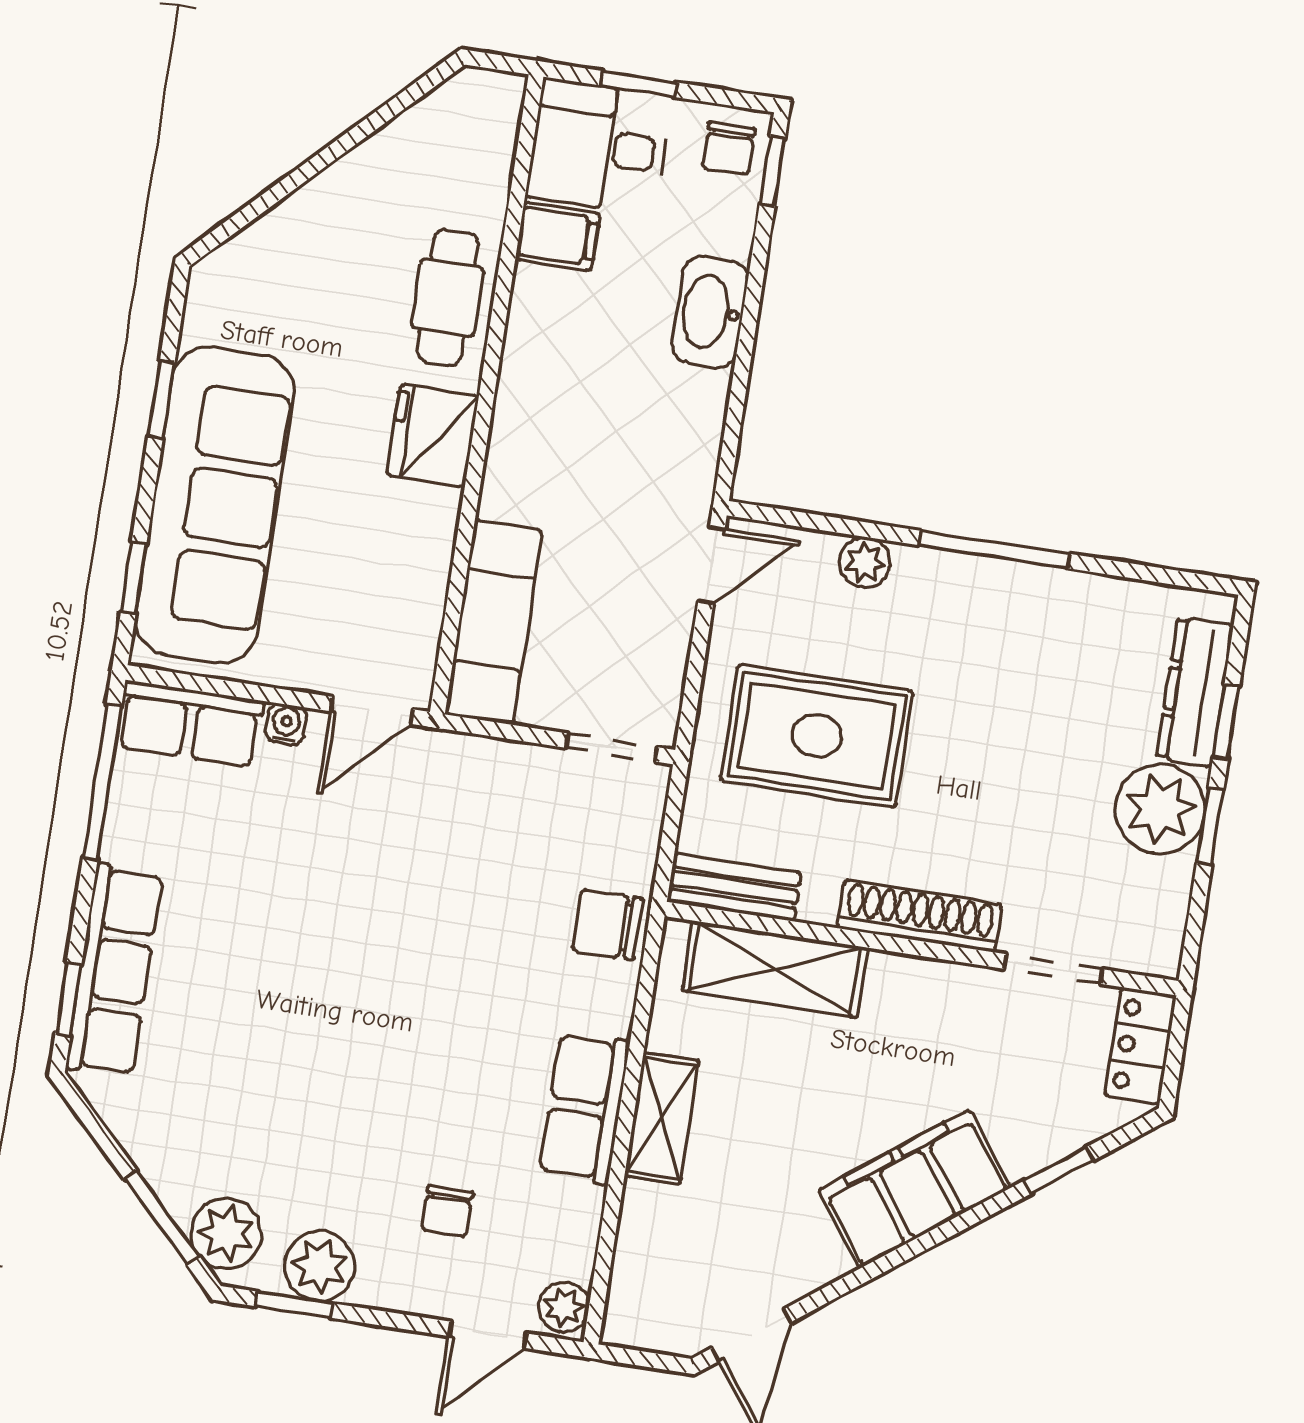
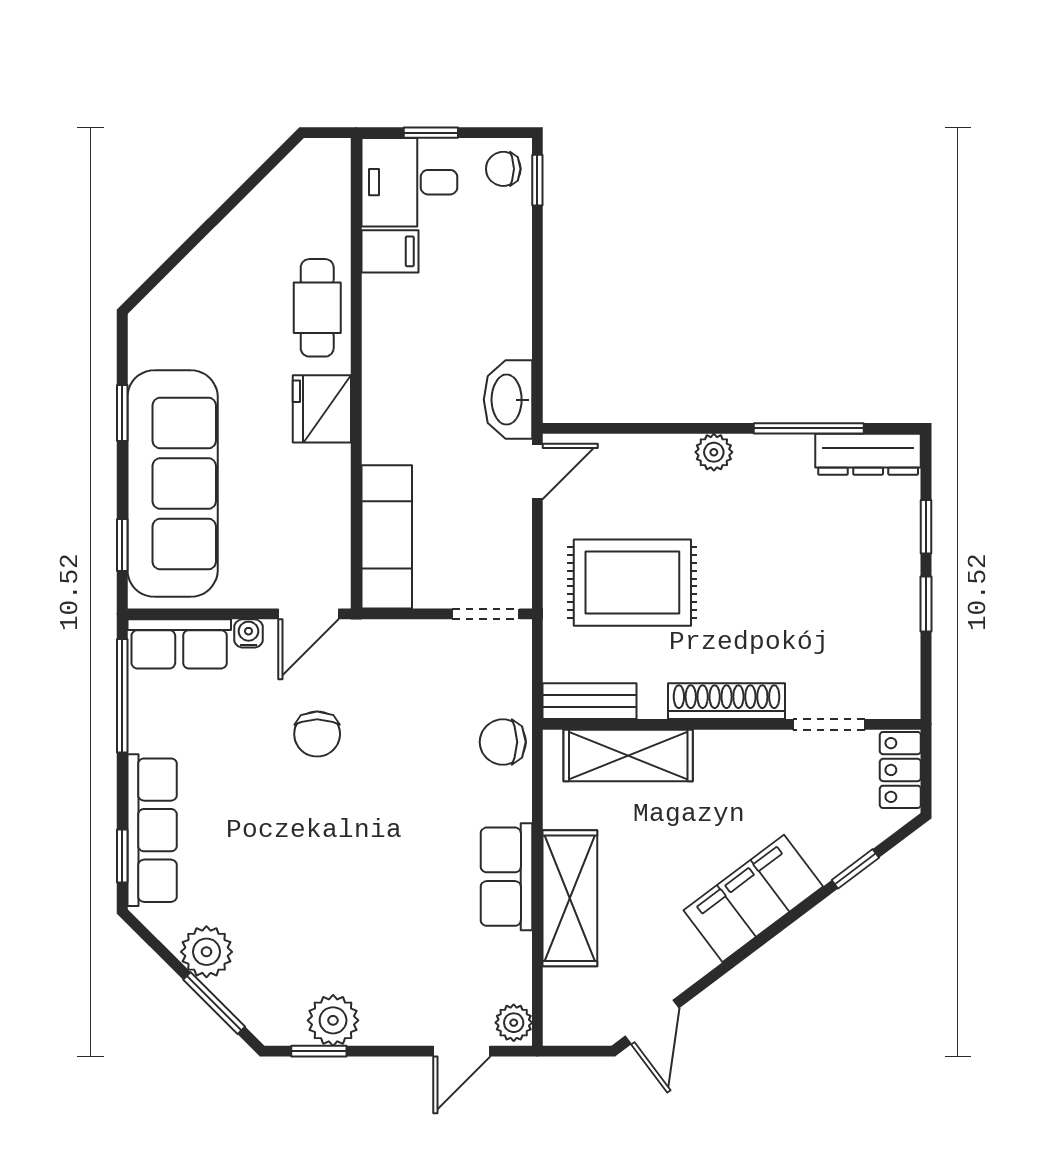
chair: (729, 148) -> (503, 169), turned 90
washbasin: (710, 312) -> (508, 400), moved
window: (994, 549) -> (809, 428), moved
plant: (865, 562) -> (714, 452), moved
dresser: (1195, 692) -> (868, 454), moved, turned -90
plant: (1160, 809) -> (888, 597), removed
shelving: (662, 1118) -> (570, 898), width x1.50, depth x1.33
chair: (447, 1211) -> (317, 734), moved, width x1.37, depth x1.37
plant: (226, 1233) -> (206, 952), moved

